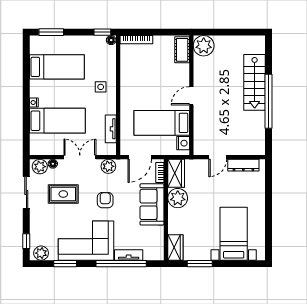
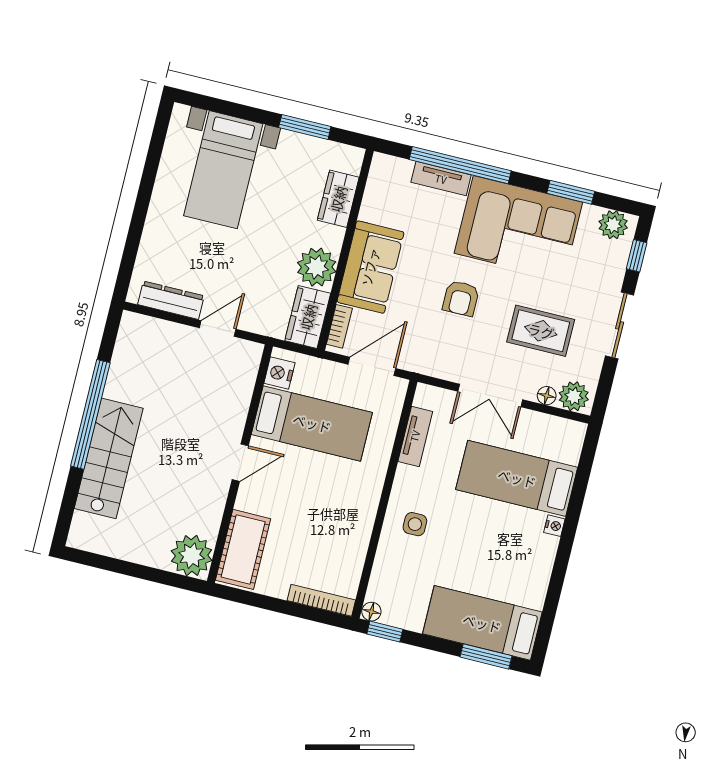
cot: (182, 50) -> (243, 549), width x1.37, depth x1.34
bed: (57, 67) -> (482, 623), moved
plant: (108, 166) -> (438, 363), removed
sliding door: (26, 193) -> (620, 325), moved
wardrobe: (175, 248) -> (338, 199), moved

